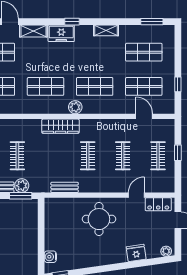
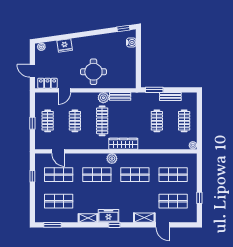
freezer: (61, 33) -> (109, 216), moved
clothes rail: (88, 156) -> (102, 121), width x1.36
plant: (22, 186) -> (103, 98), moved

